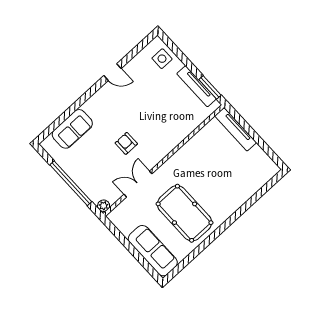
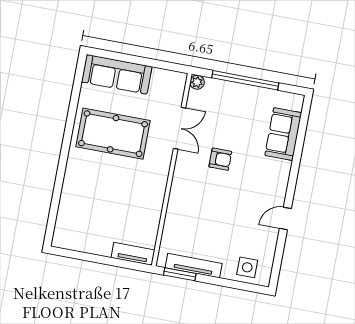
tv unit: (235, 129) -> (133, 254), width x0.71

